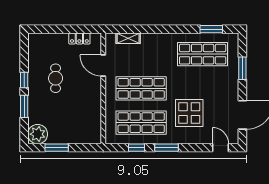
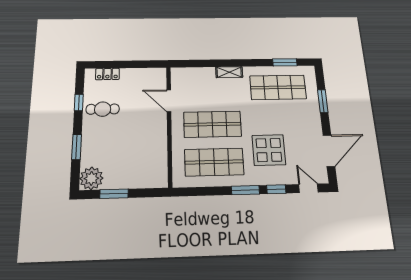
locker: (79, 38) -> (107, 74), moved
shelving: (128, 38) -> (229, 72), moved
cafe table: (56, 78) -> (103, 109), moved, turned 90
window: (24, 80) -> (79, 103), moved
window: (136, 148) -> (276, 189), moved

